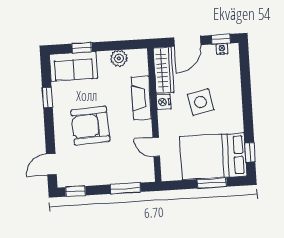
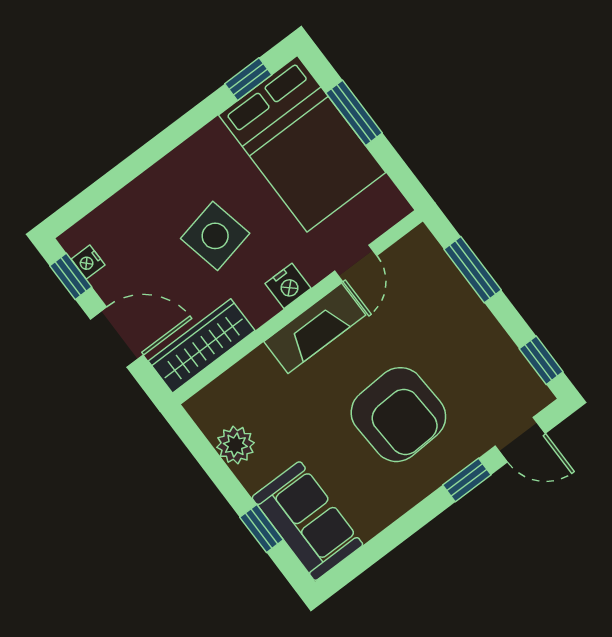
window: (47, 97) -> (467, 480), moved
fireplace: (141, 98) -> (315, 328), moved
nightstand: (164, 102) -> (288, 286), moved

